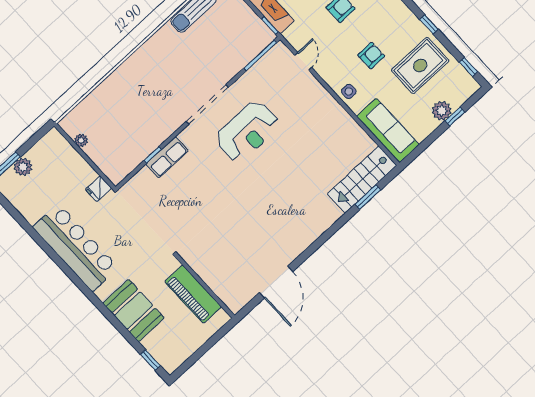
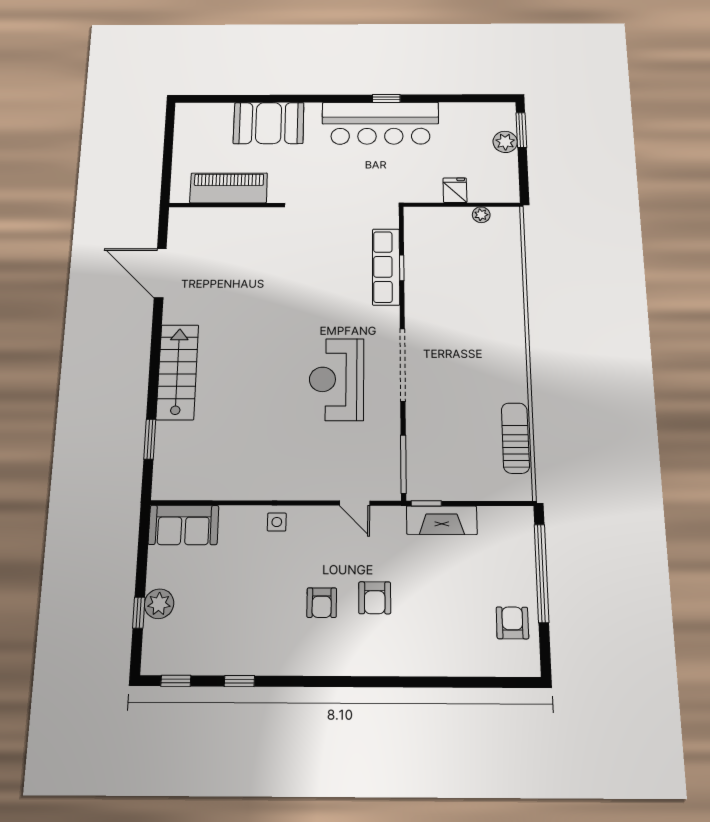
window: (429, 24) -> (239, 681), moved
armchair: (371, 56) -> (322, 603), moved
rug: (420, 66) -> (230, 627), removed
sofa: (388, 130) -> (184, 525), width x0.73
row of seats: (167, 157) -> (386, 267), width x1.48
stairs: (362, 180) -> (177, 372), moved
fridge: (99, 189) -> (455, 190), moved
window: (150, 360) -> (386, 98), moved

